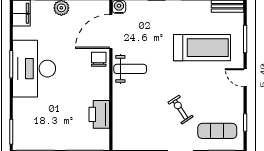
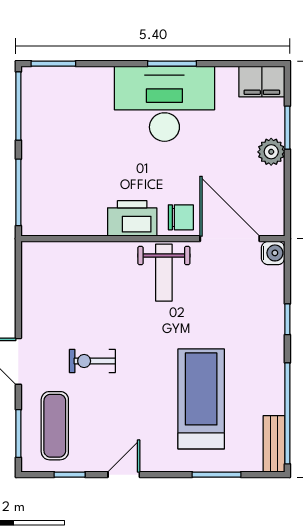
treadmill: (202, 48) -> (201, 399), turned 180
door: (245, 78) -> (124, 475), moved
exercise bike: (180, 110) -> (92, 361), turned -147
printer: (99, 114) -> (132, 218), moved

